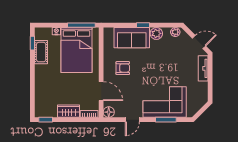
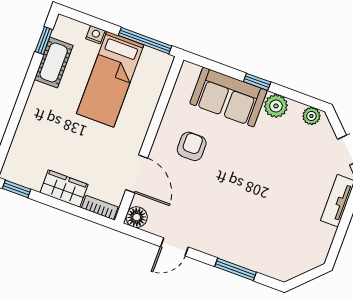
bed: (76, 50) -> (110, 79), width x0.67
armchair: (123, 68) -> (192, 146), turned -90
corner sofa: (165, 102) -> (245, 236), removed

